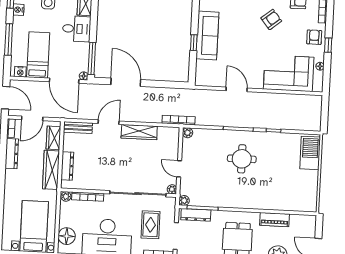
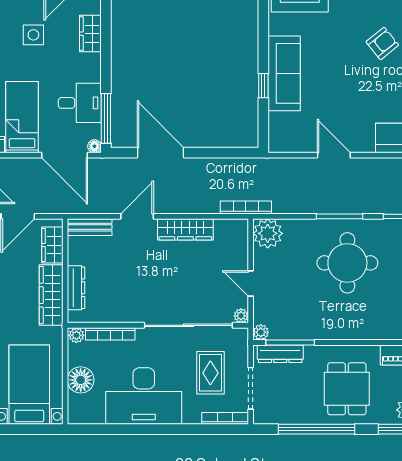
desk: (77, 29) -> (80, 103), moved
plant: (188, 133) -> (268, 233), width x1.88, depth x1.88
round table: (242, 159) -> (347, 263), width x1.36, depth x1.36
floor lamp: (67, 236) -> (81, 380), moved

